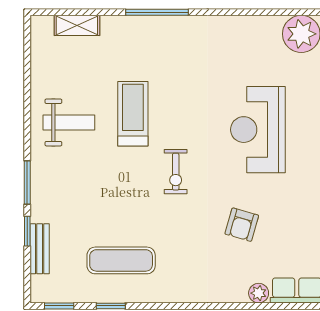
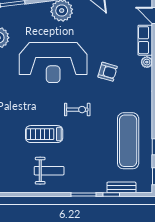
weight bench: (69, 122) -> (49, 171), turned 90
reception desk: (258, 130) -> (53, 63), width x1.36, depth x1.30
exercise mat: (121, 260) -> (128, 141), width x1.36, depth x1.45

